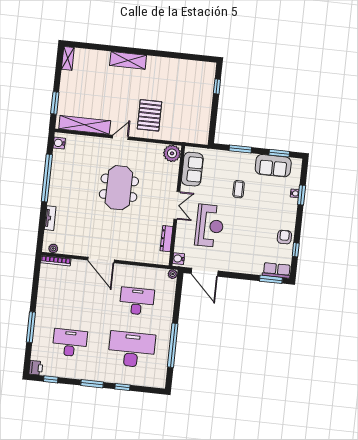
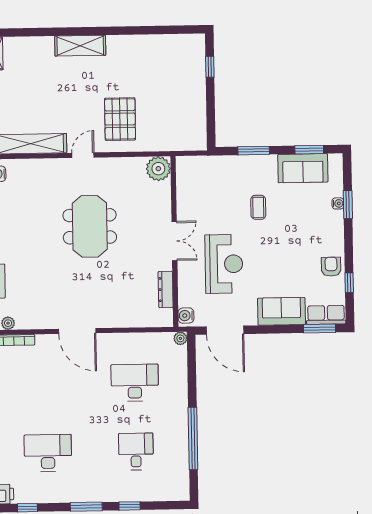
sofa: (192, 169) -> (281, 311), moved, turned -90
desk: (132, 349) -> (136, 451), width x0.53, depth x0.77

